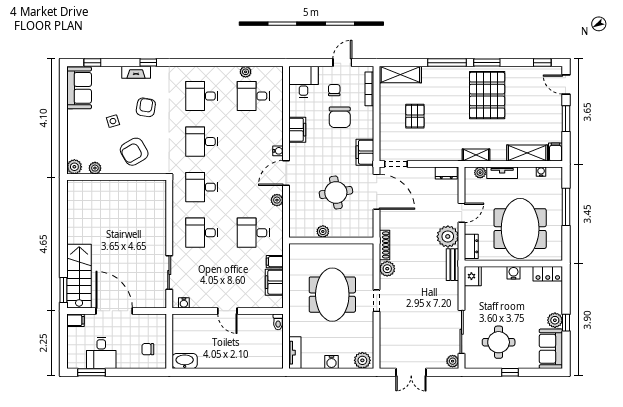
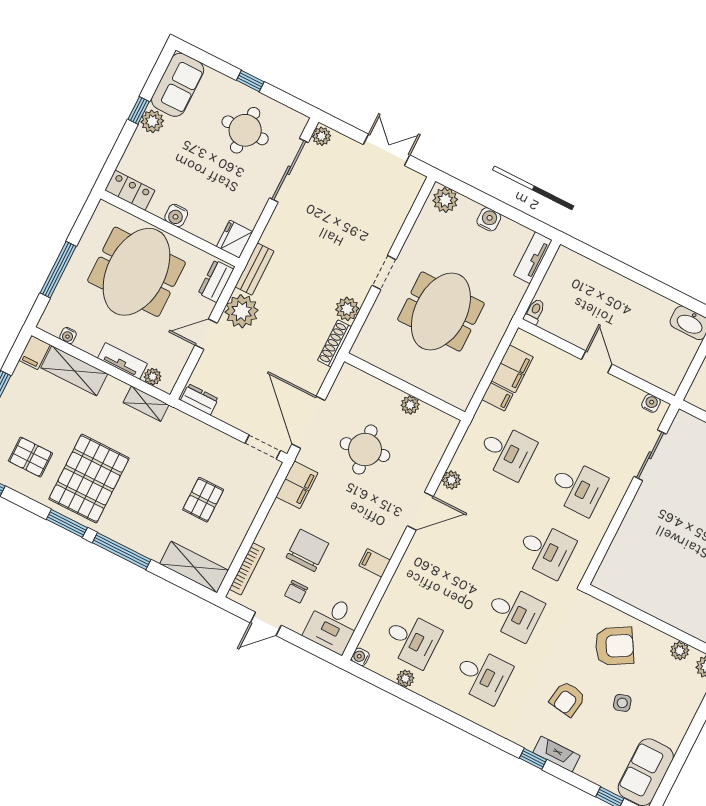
pallet: (527, 90) -> (30, 457), added
filing cabinet: (297, 130) -> (375, 563), width x0.50
water cooler: (278, 151) -> (360, 657), moved

